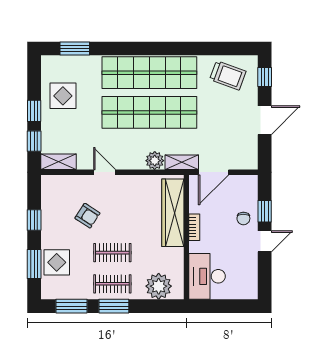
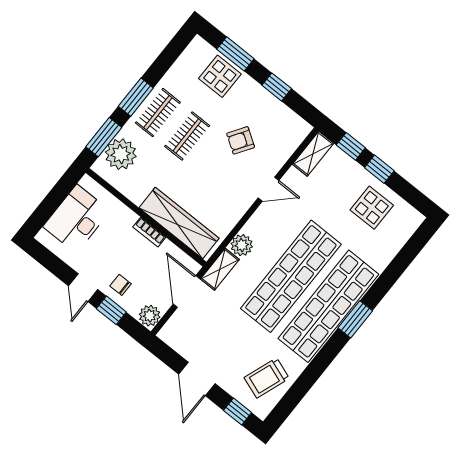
window: (75, 48) -> (355, 319), moved
plant: (248, 184) -> (150, 316), added
desk: (207, 276) -> (77, 219), moved, turned -90
window: (72, 306) -> (104, 137), moved

